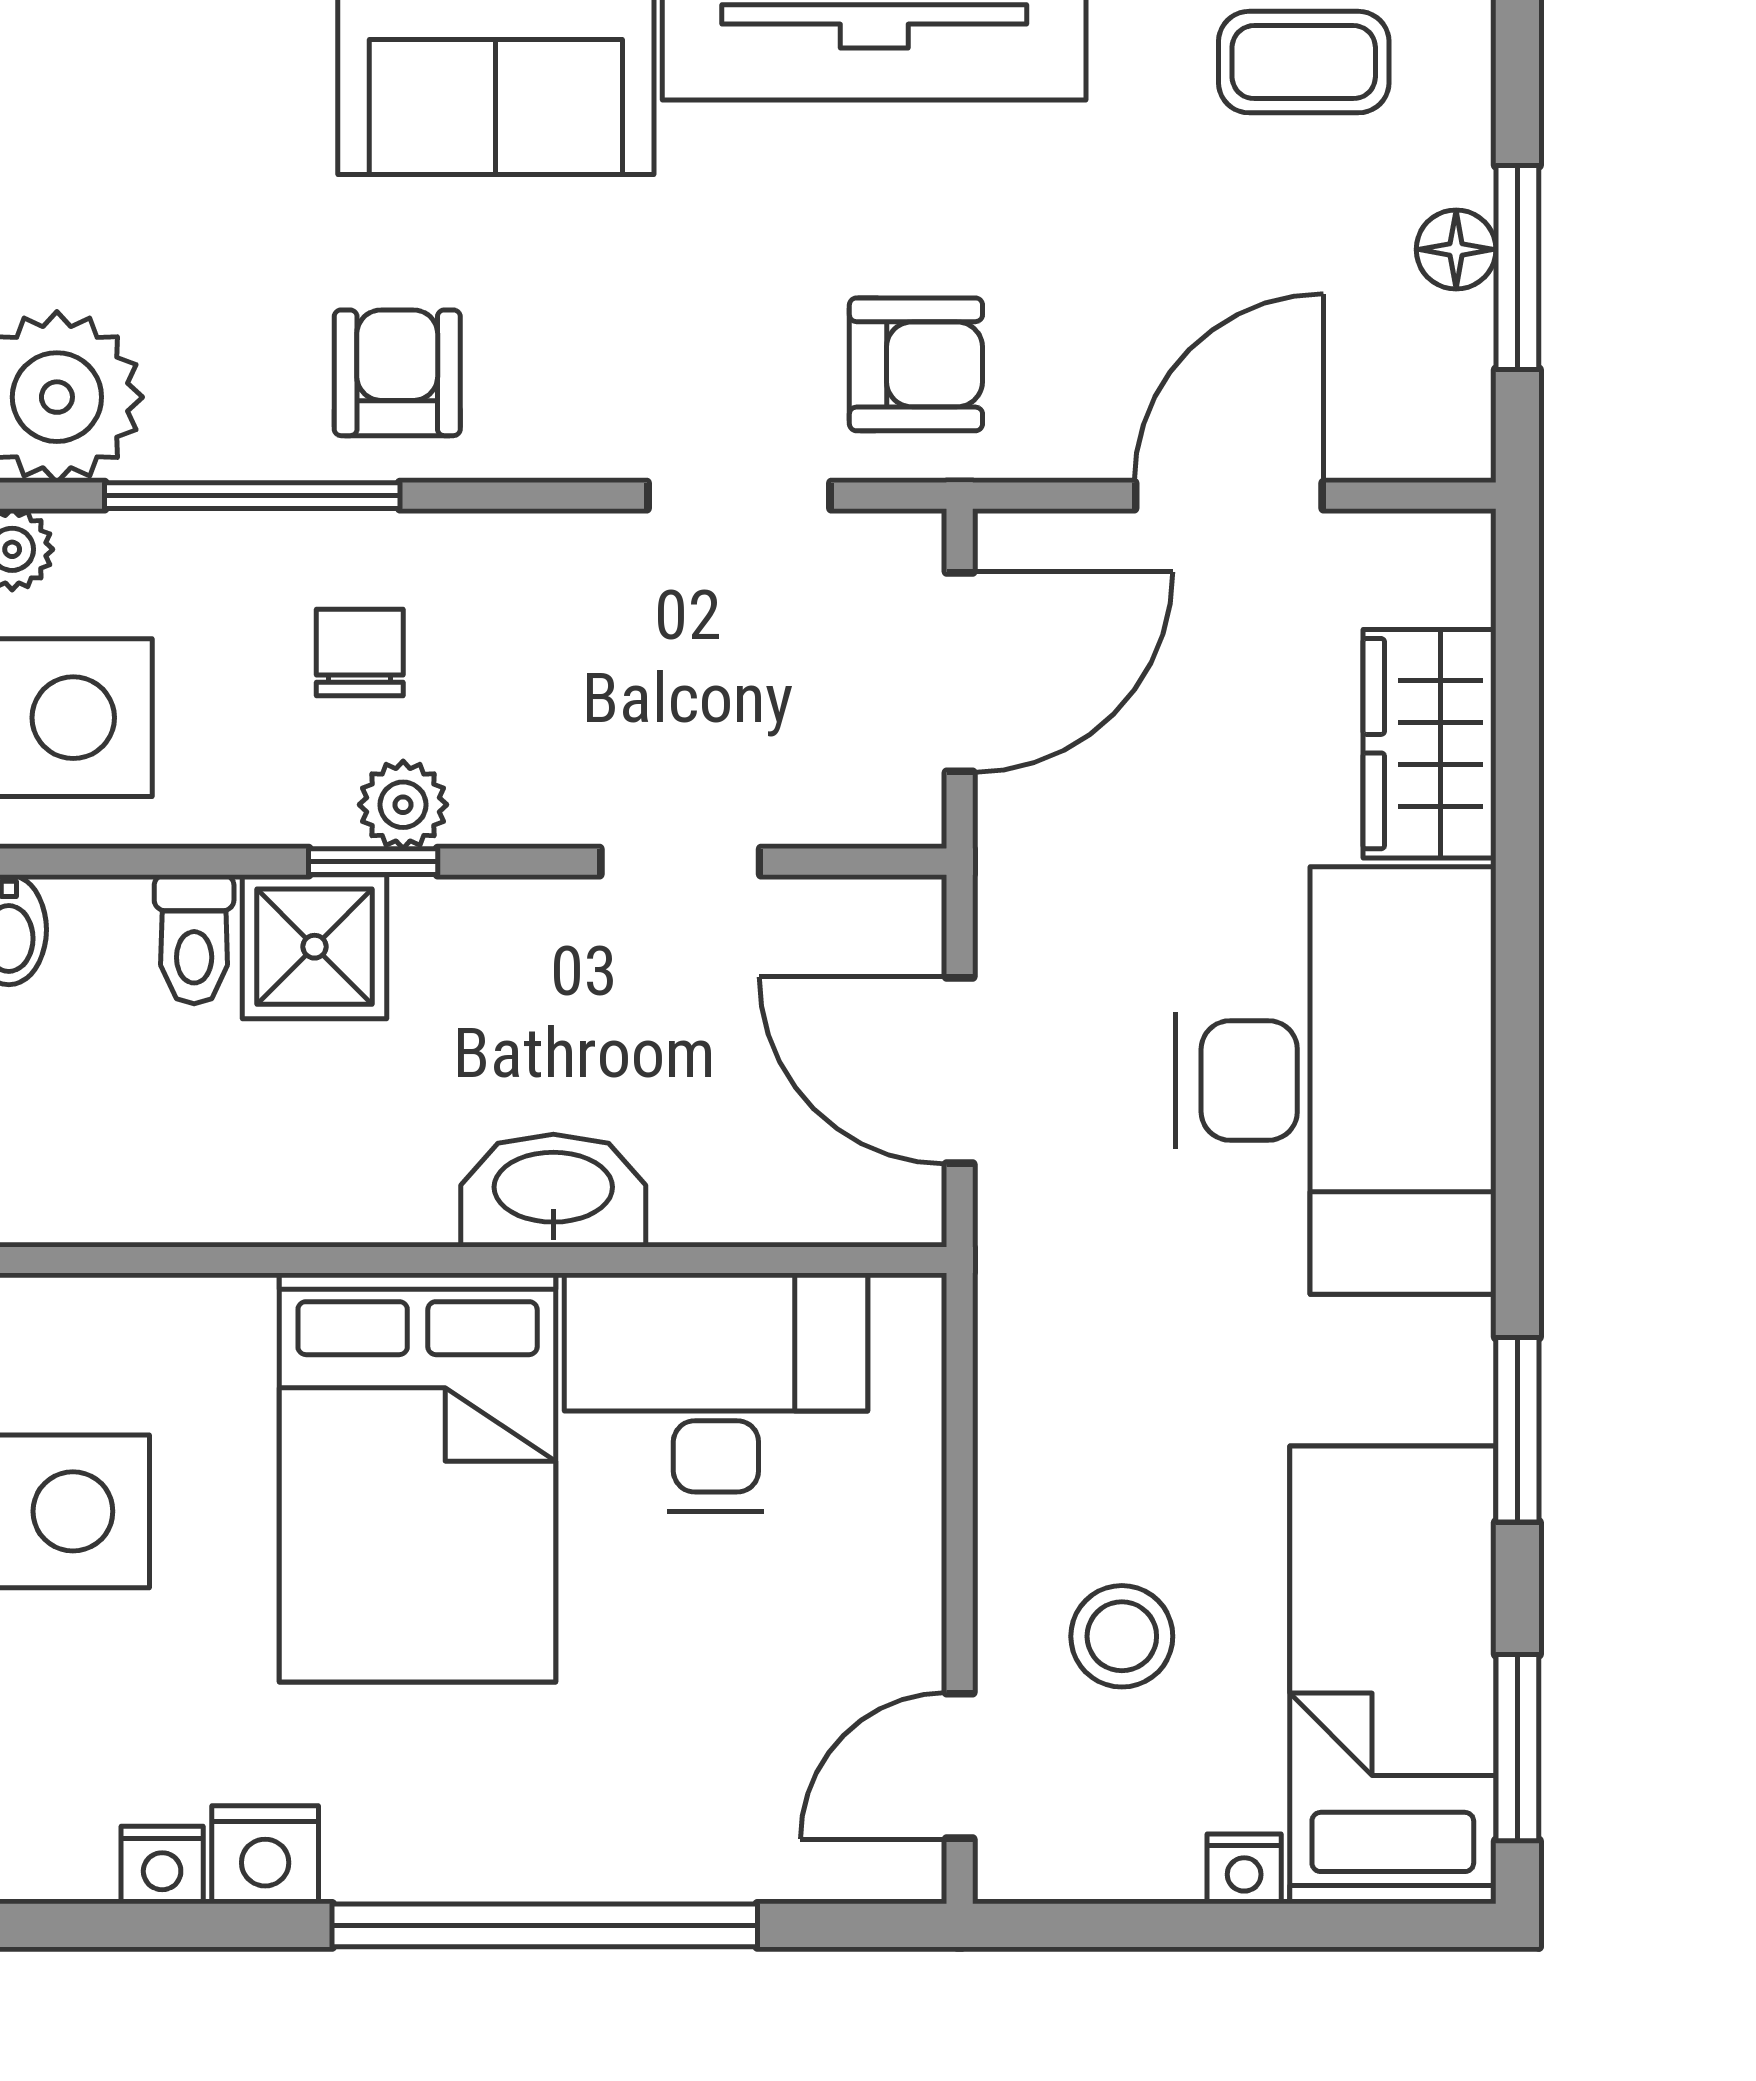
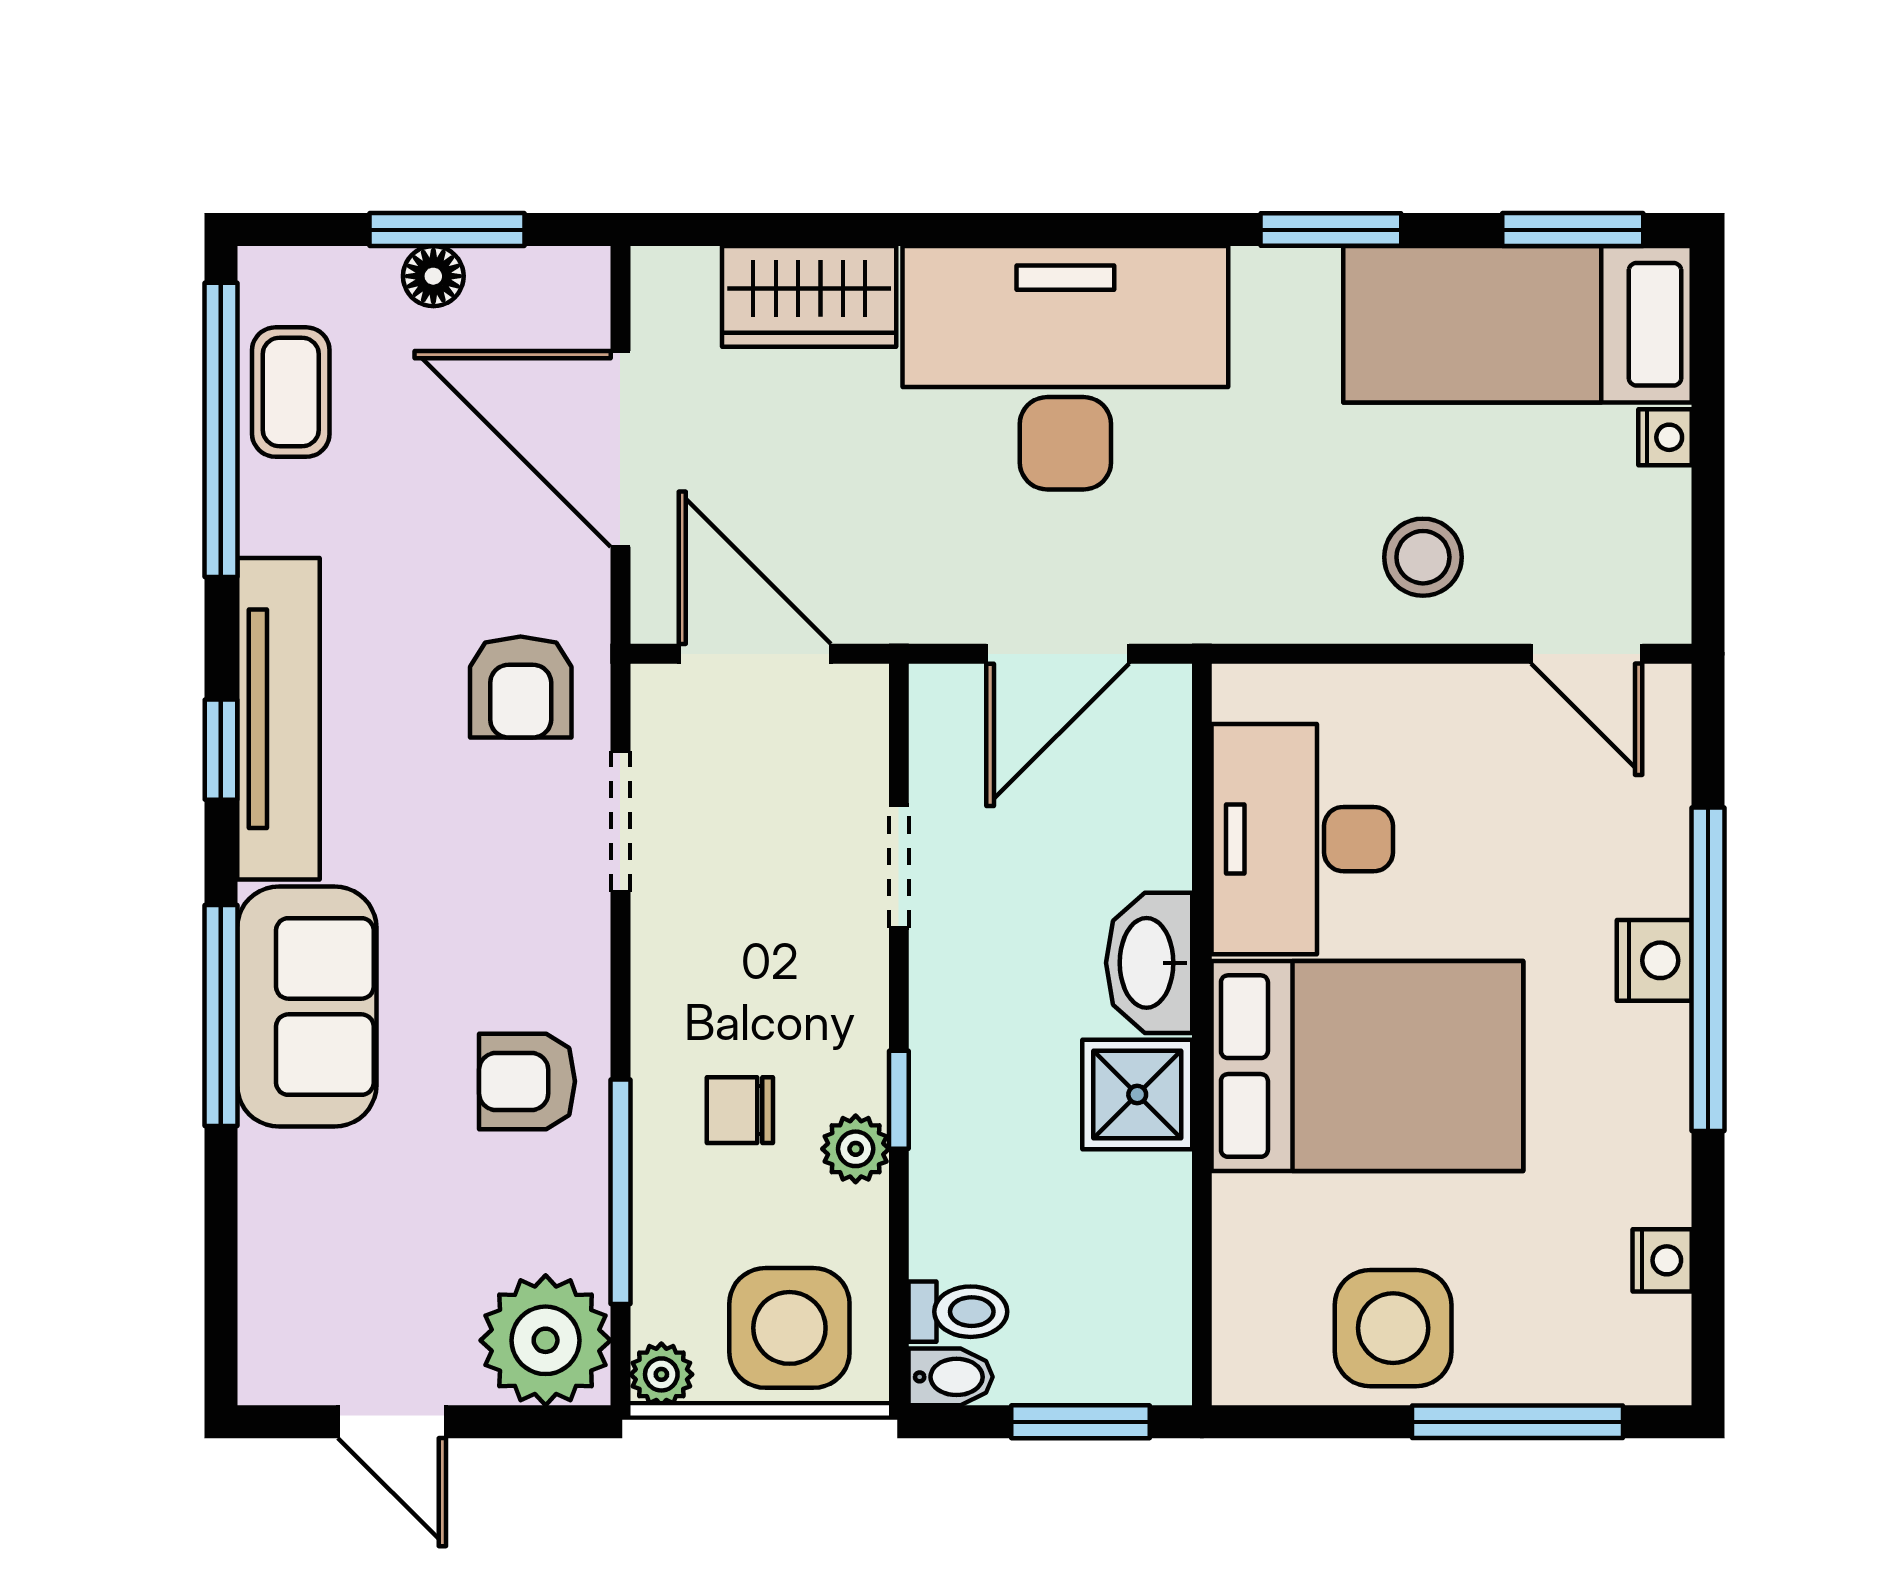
armchair: (916, 364) -> (521, 687), turned 180
door: (1229, 496) -> (620, 449), width x1.36
plant: (403, 805) -> (856, 1149), moved
toilet: (194, 939) -> (958, 1312), moved
shower: (315, 947) -> (1137, 1095), moved
stool: (1122, 1636) -> (1423, 557), moved
nightstand: (265, 1855) -> (1654, 960), moved

